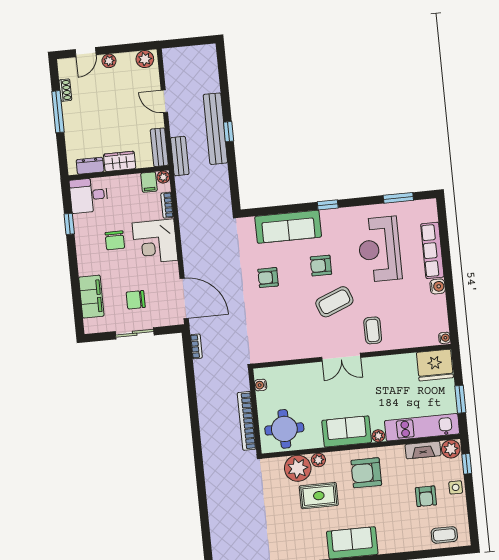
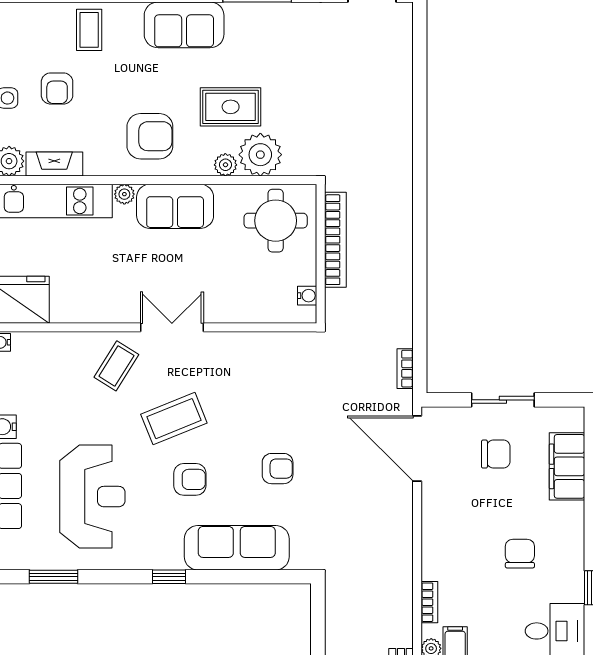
corner desk: (155, 242) -> (455, 545), removed
coffee table: (373, 330) -> (116, 366), turned 32
armchair: (426, 496) -> (57, 88), turned 180
coffee table: (444, 535) -> (89, 30), moved, turned 90

